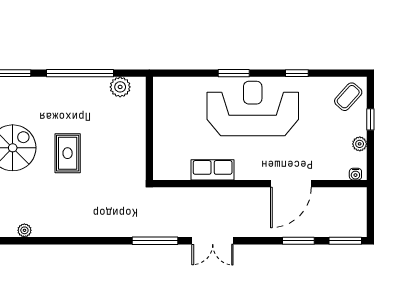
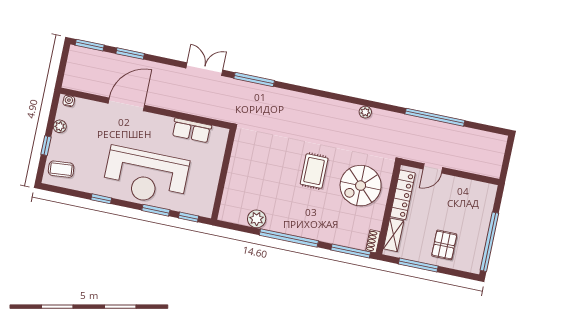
window: (196, 73) -> (189, 217), added
coffee table: (348, 97) -> (61, 169), turned 43
wall: (149, 128) -> (223, 174), moved

